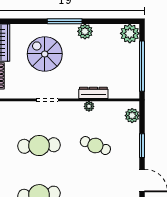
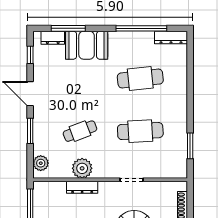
plant: (89, 106) -> (82, 168), width x1.87, depth x1.87
cafe table: (95, 146) -> (80, 131), turned -42

